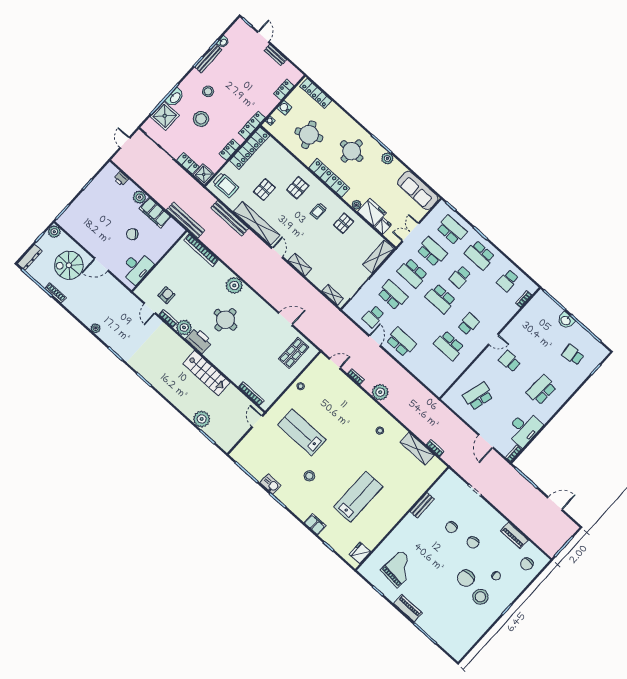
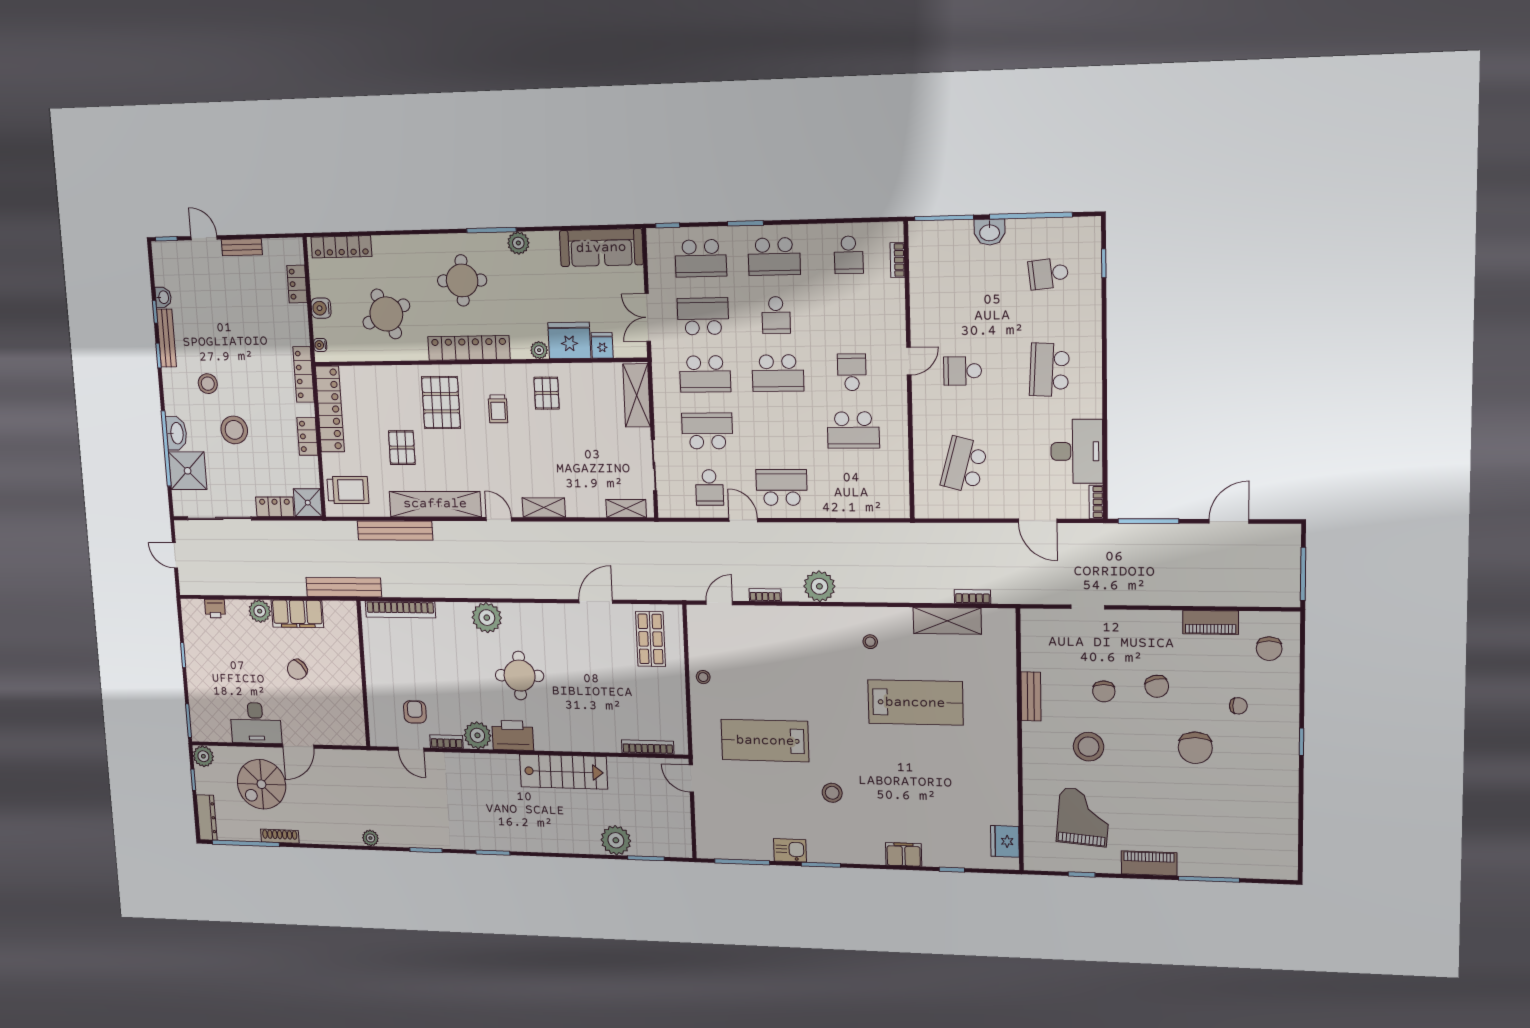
pallet: (298, 188) -> (441, 403), width x1.50, depth x1.42
school desk: (452, 230) -> (701, 258), turned 180
desk: (137, 267) -> (256, 723), moved, turned 90
lab bench: (358, 497) -> (915, 703), moved, turned 90
stool: (480, 597) -> (1089, 747), moved

